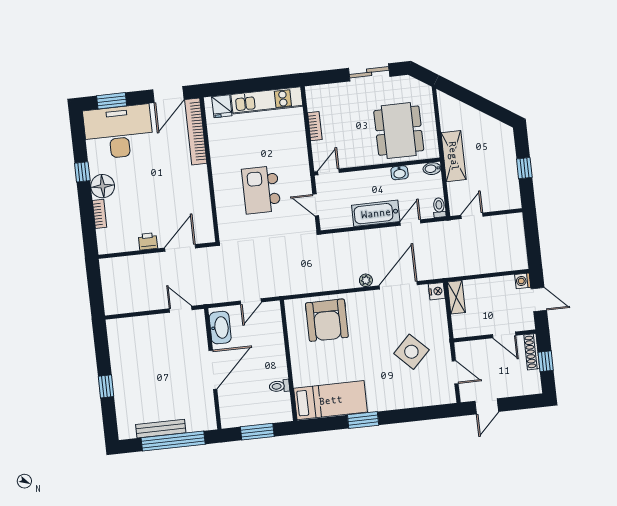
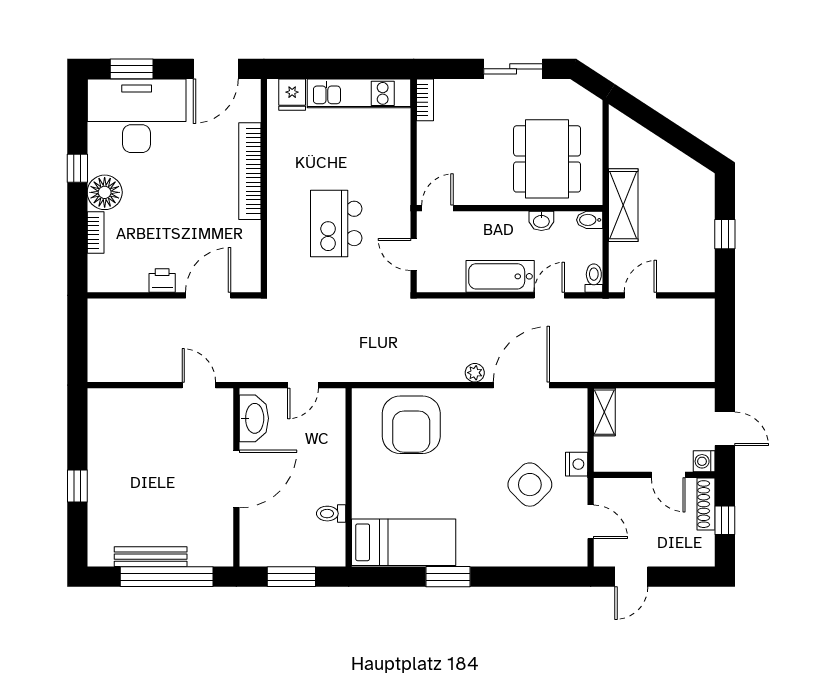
bookcase: (315, 126) -> (425, 100), moved
bookcase: (196, 131) -> (250, 171), moved
washing machine: (523, 281) -> (704, 461), moved
nightstand: (437, 291) -> (577, 464), moved

